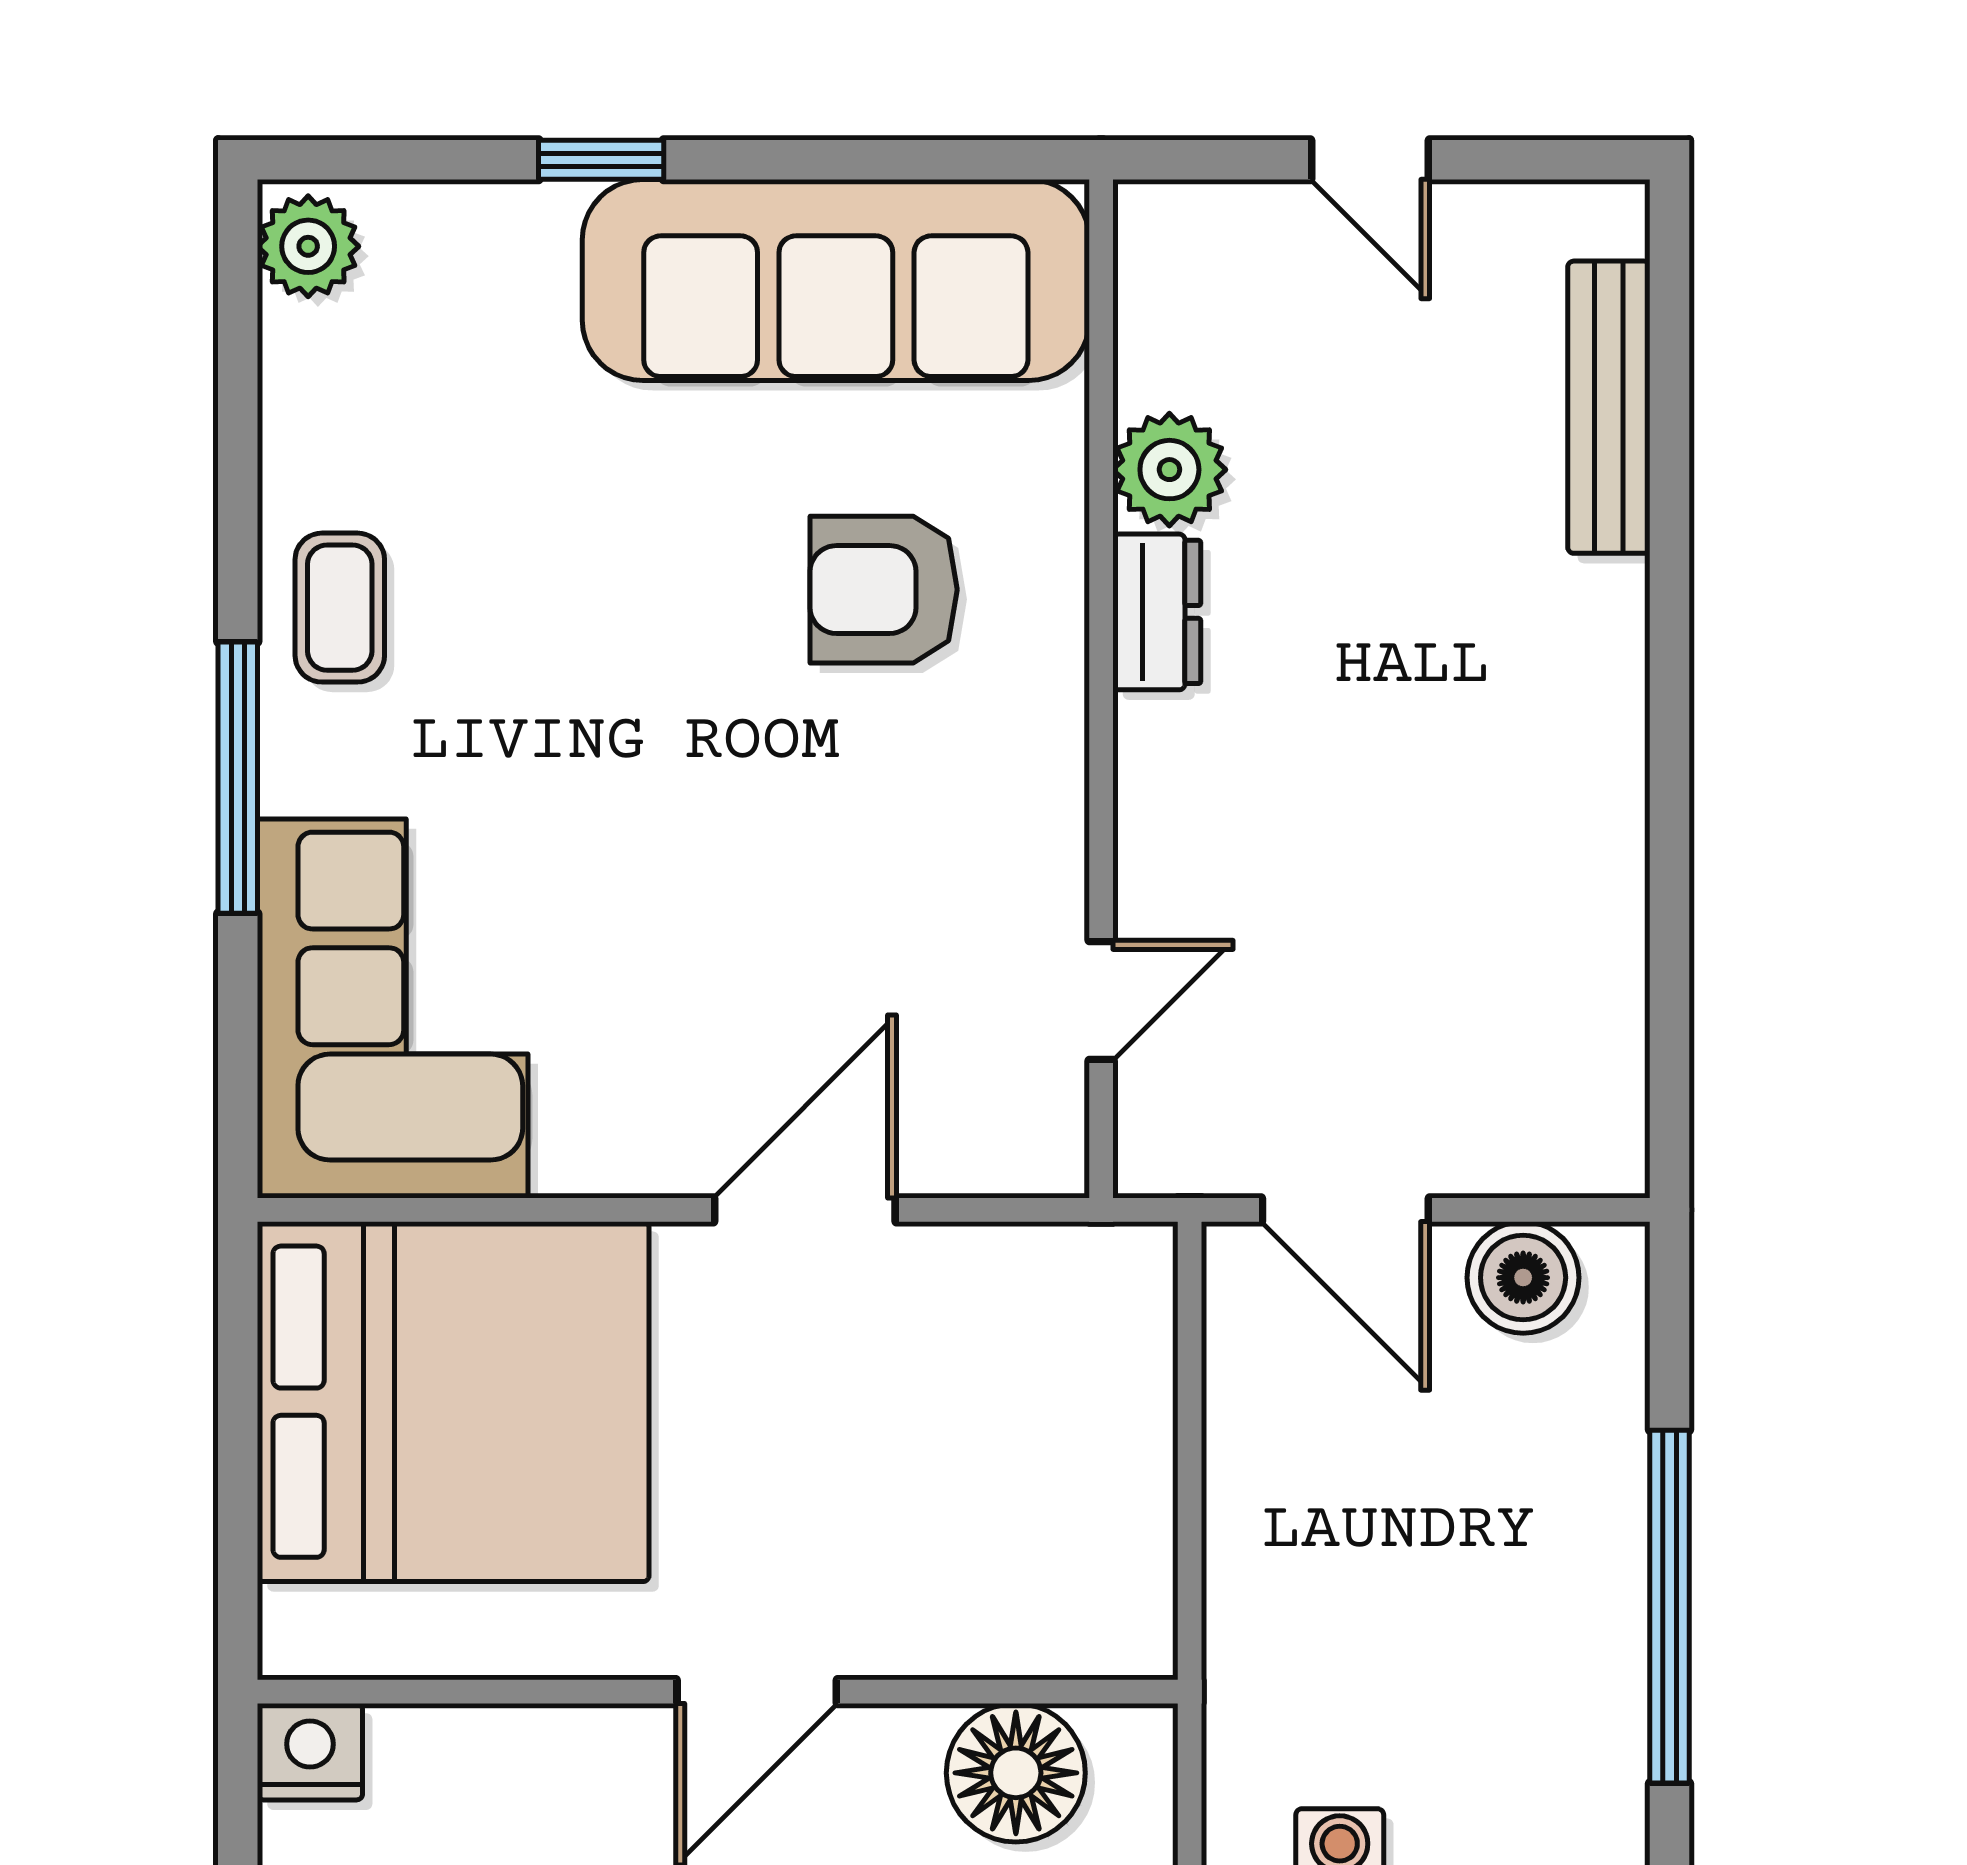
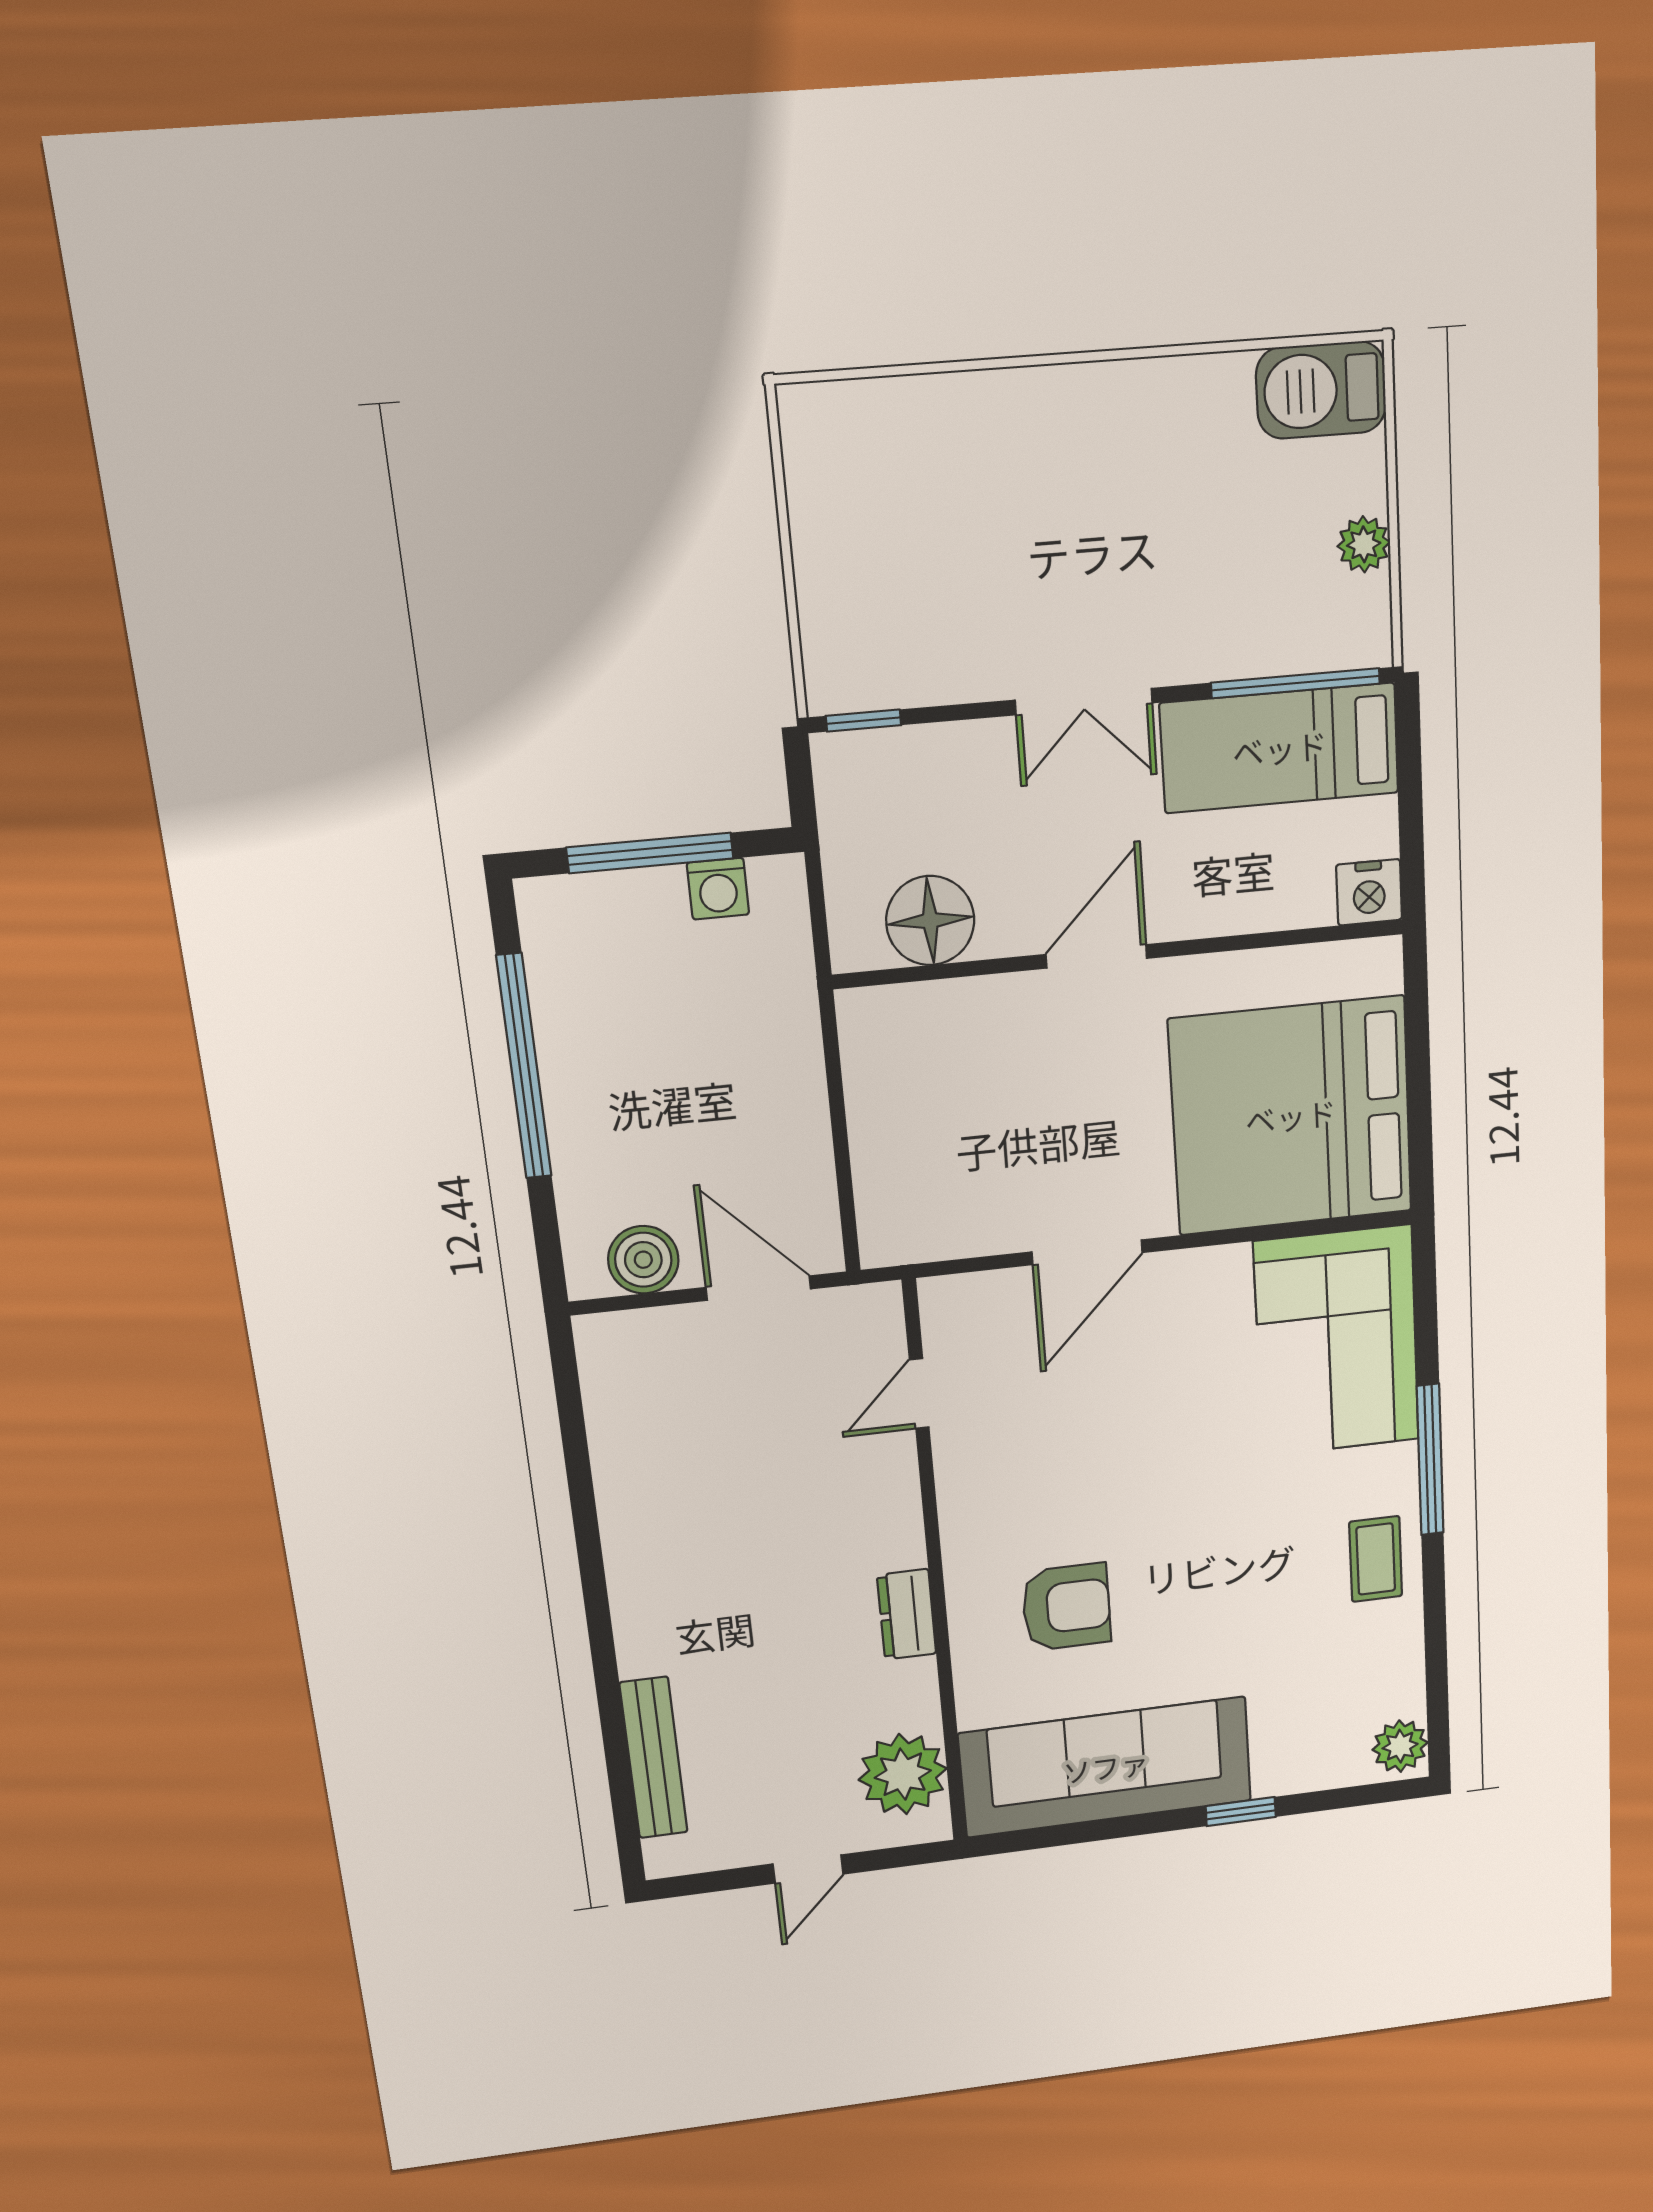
door: (1370, 160) -> (808, 1869), swing flipped
plant: (1169, 470) -> (903, 1774), moved, width x1.36, depth x1.36

